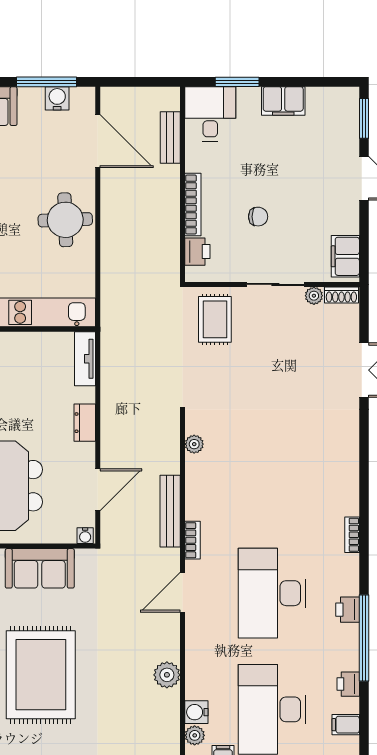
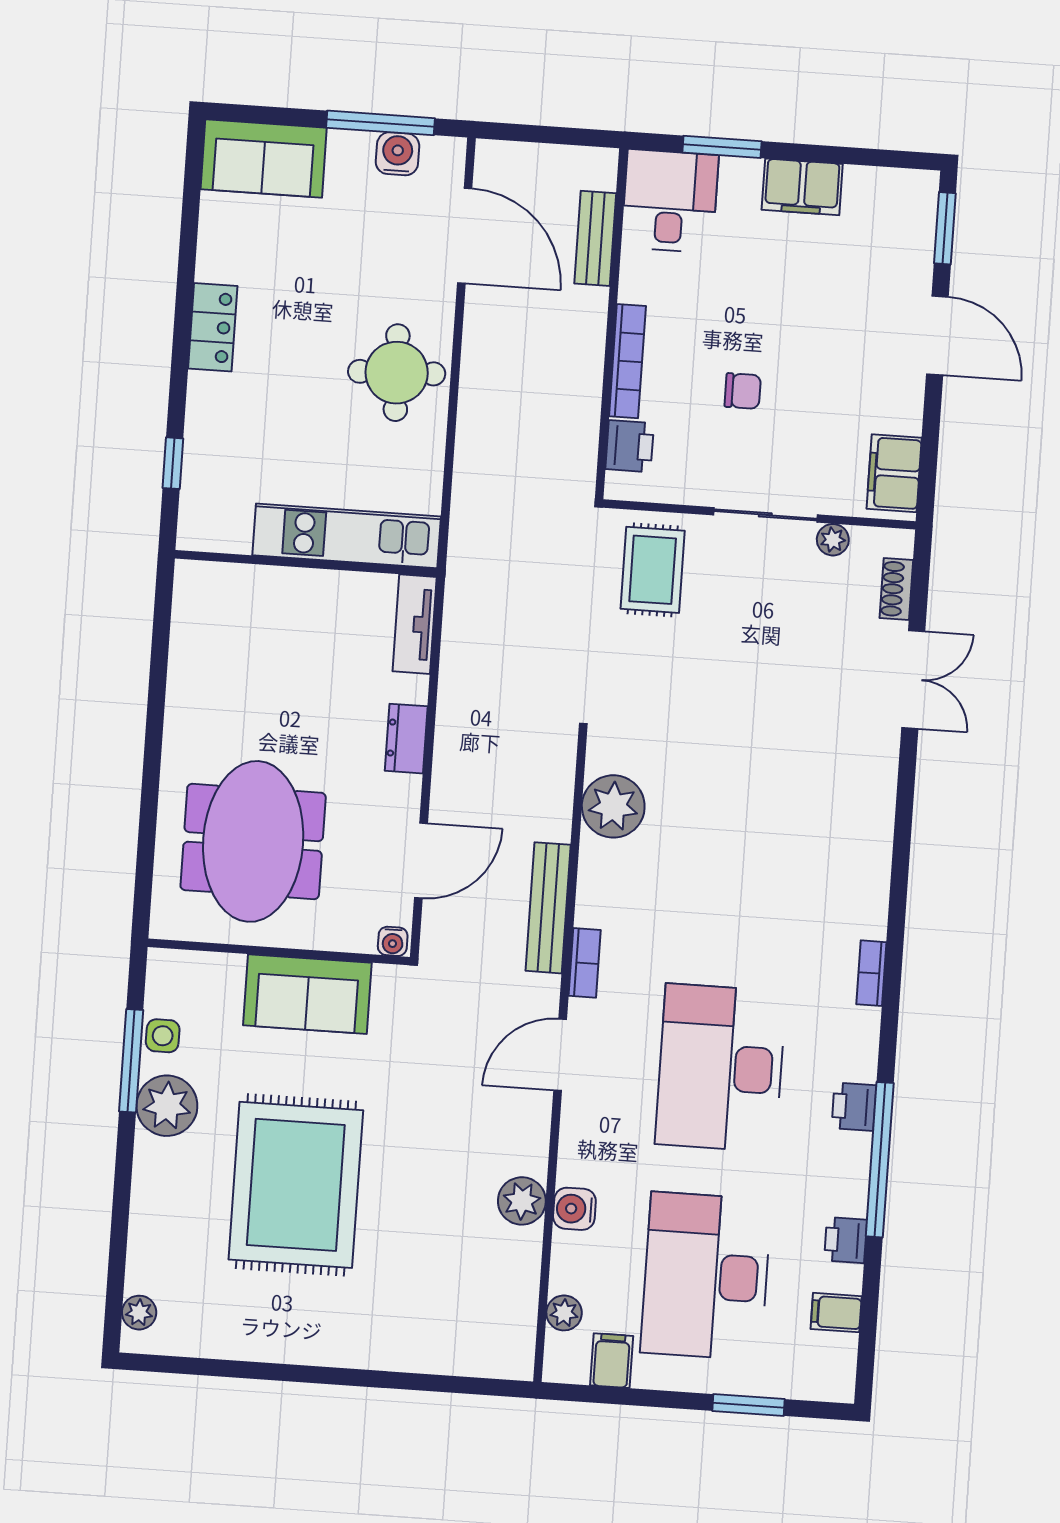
shoe rack: (341, 295) -> (896, 589), moved, turned 90
plant: (194, 444) -> (613, 806), width x1.87, depth x1.87
water cooler: (196, 712) -> (574, 1209), moved

